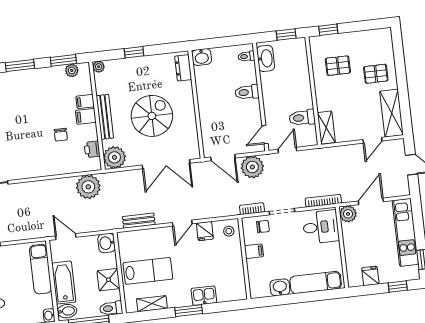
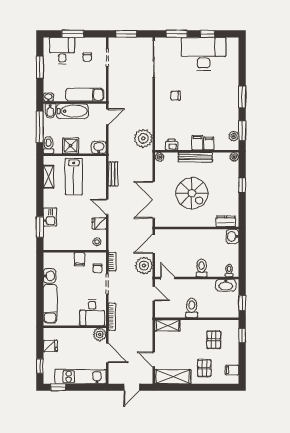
filing cabinet: (374, 38) -> (232, 370), added
toilet: (302, 118) -> (192, 308), moved
chair: (61, 135) -> (175, 96), moved
plant: (114, 157) -> (159, 157), width x0.53, depth x0.53
window: (189, 311) -> (40, 227), moved

